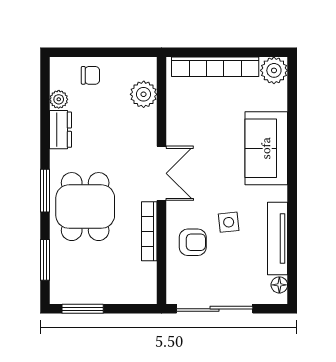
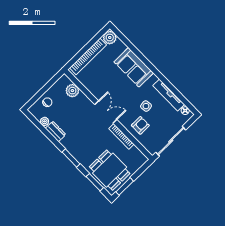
dining table: (85, 207) -> (110, 170), moved

